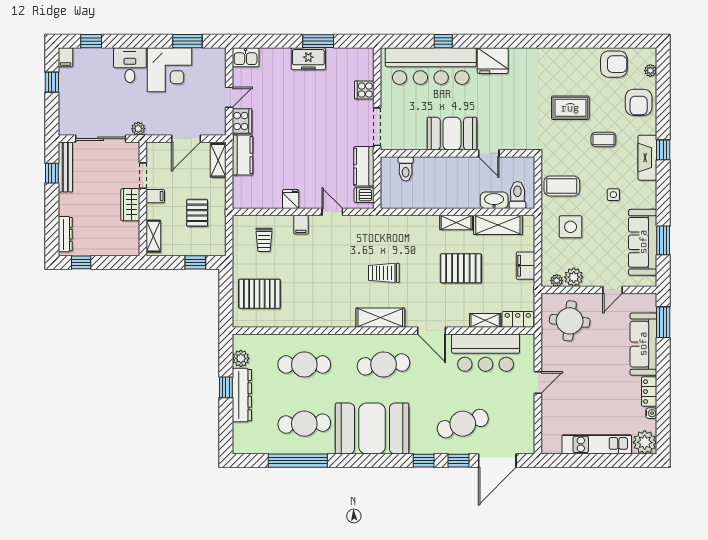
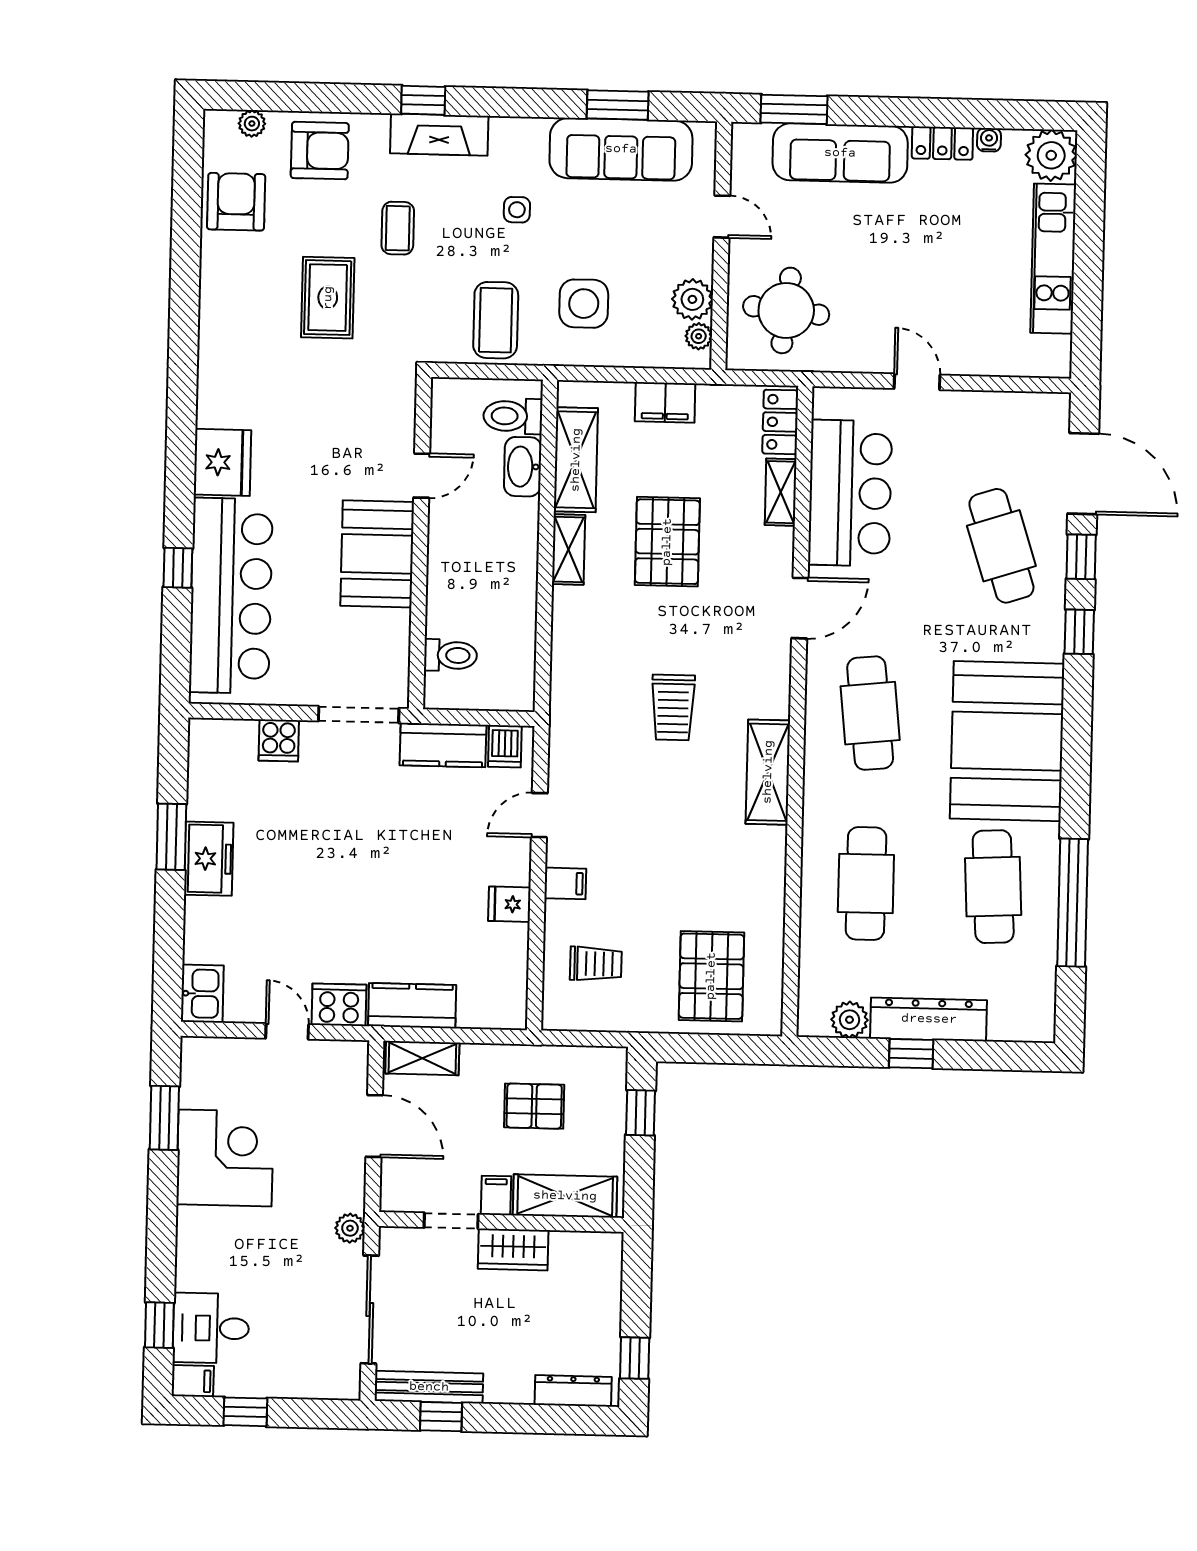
desk: (130, 65) -> (211, 1328), moved
shelving: (153, 236) -> (565, 1196), width x1.50, depth x1.33
shelving: (380, 318) -> (768, 772), moved

